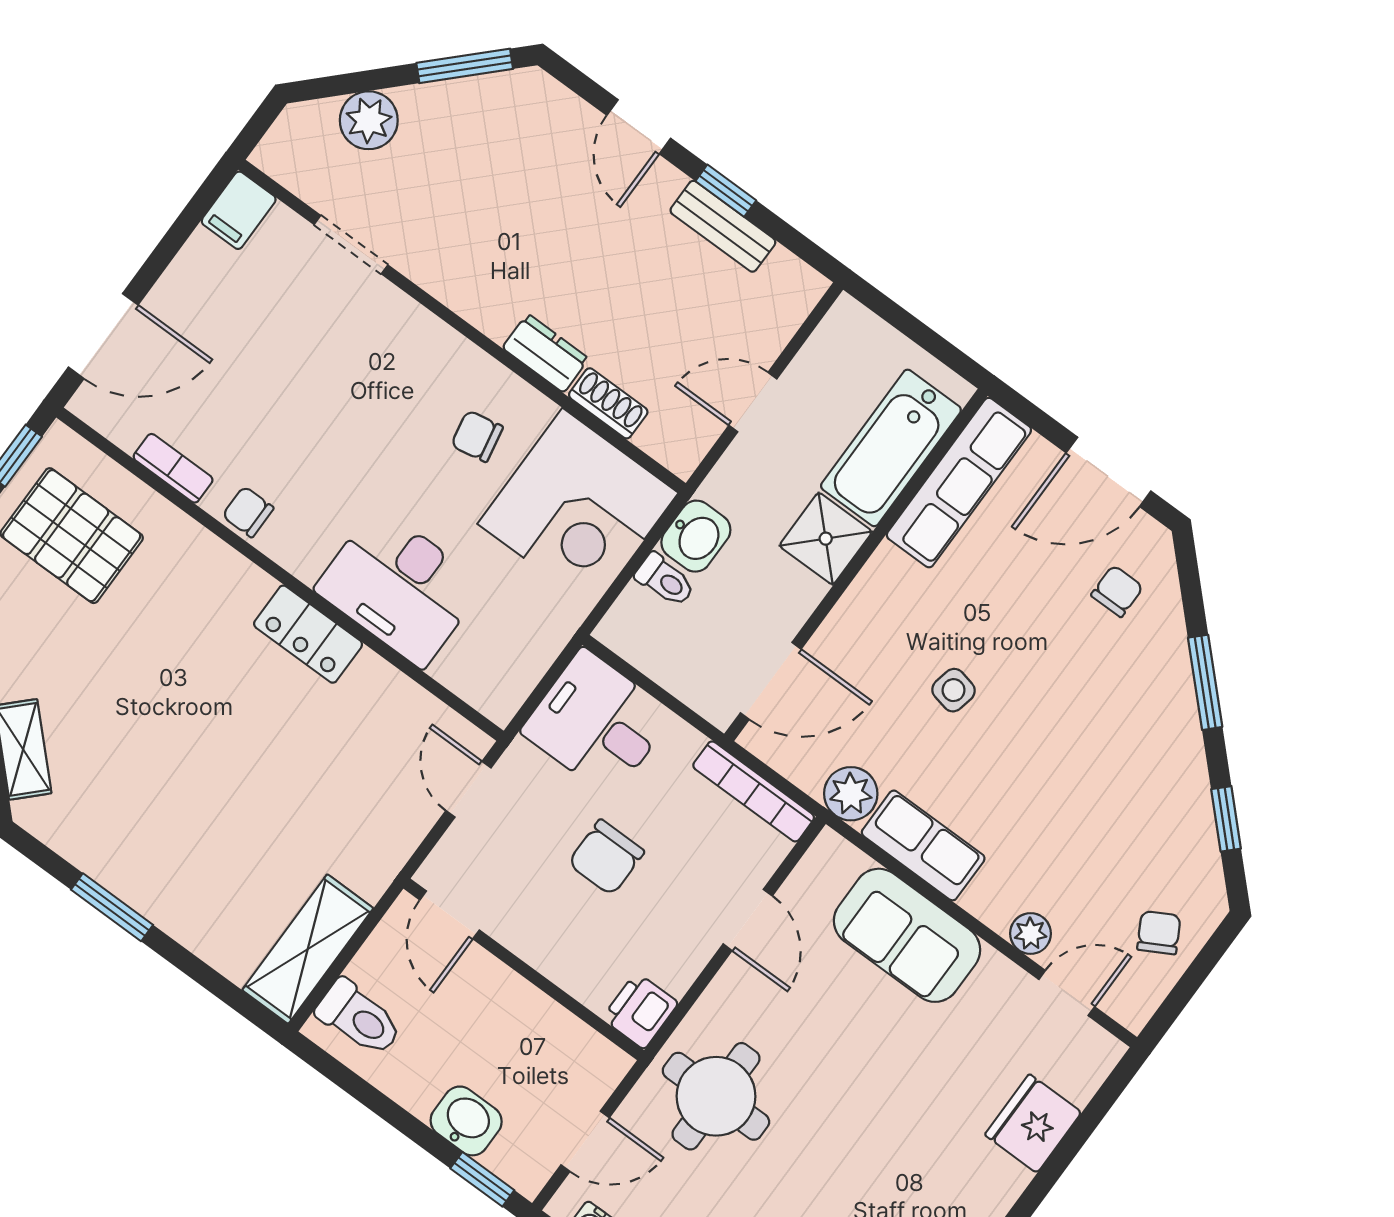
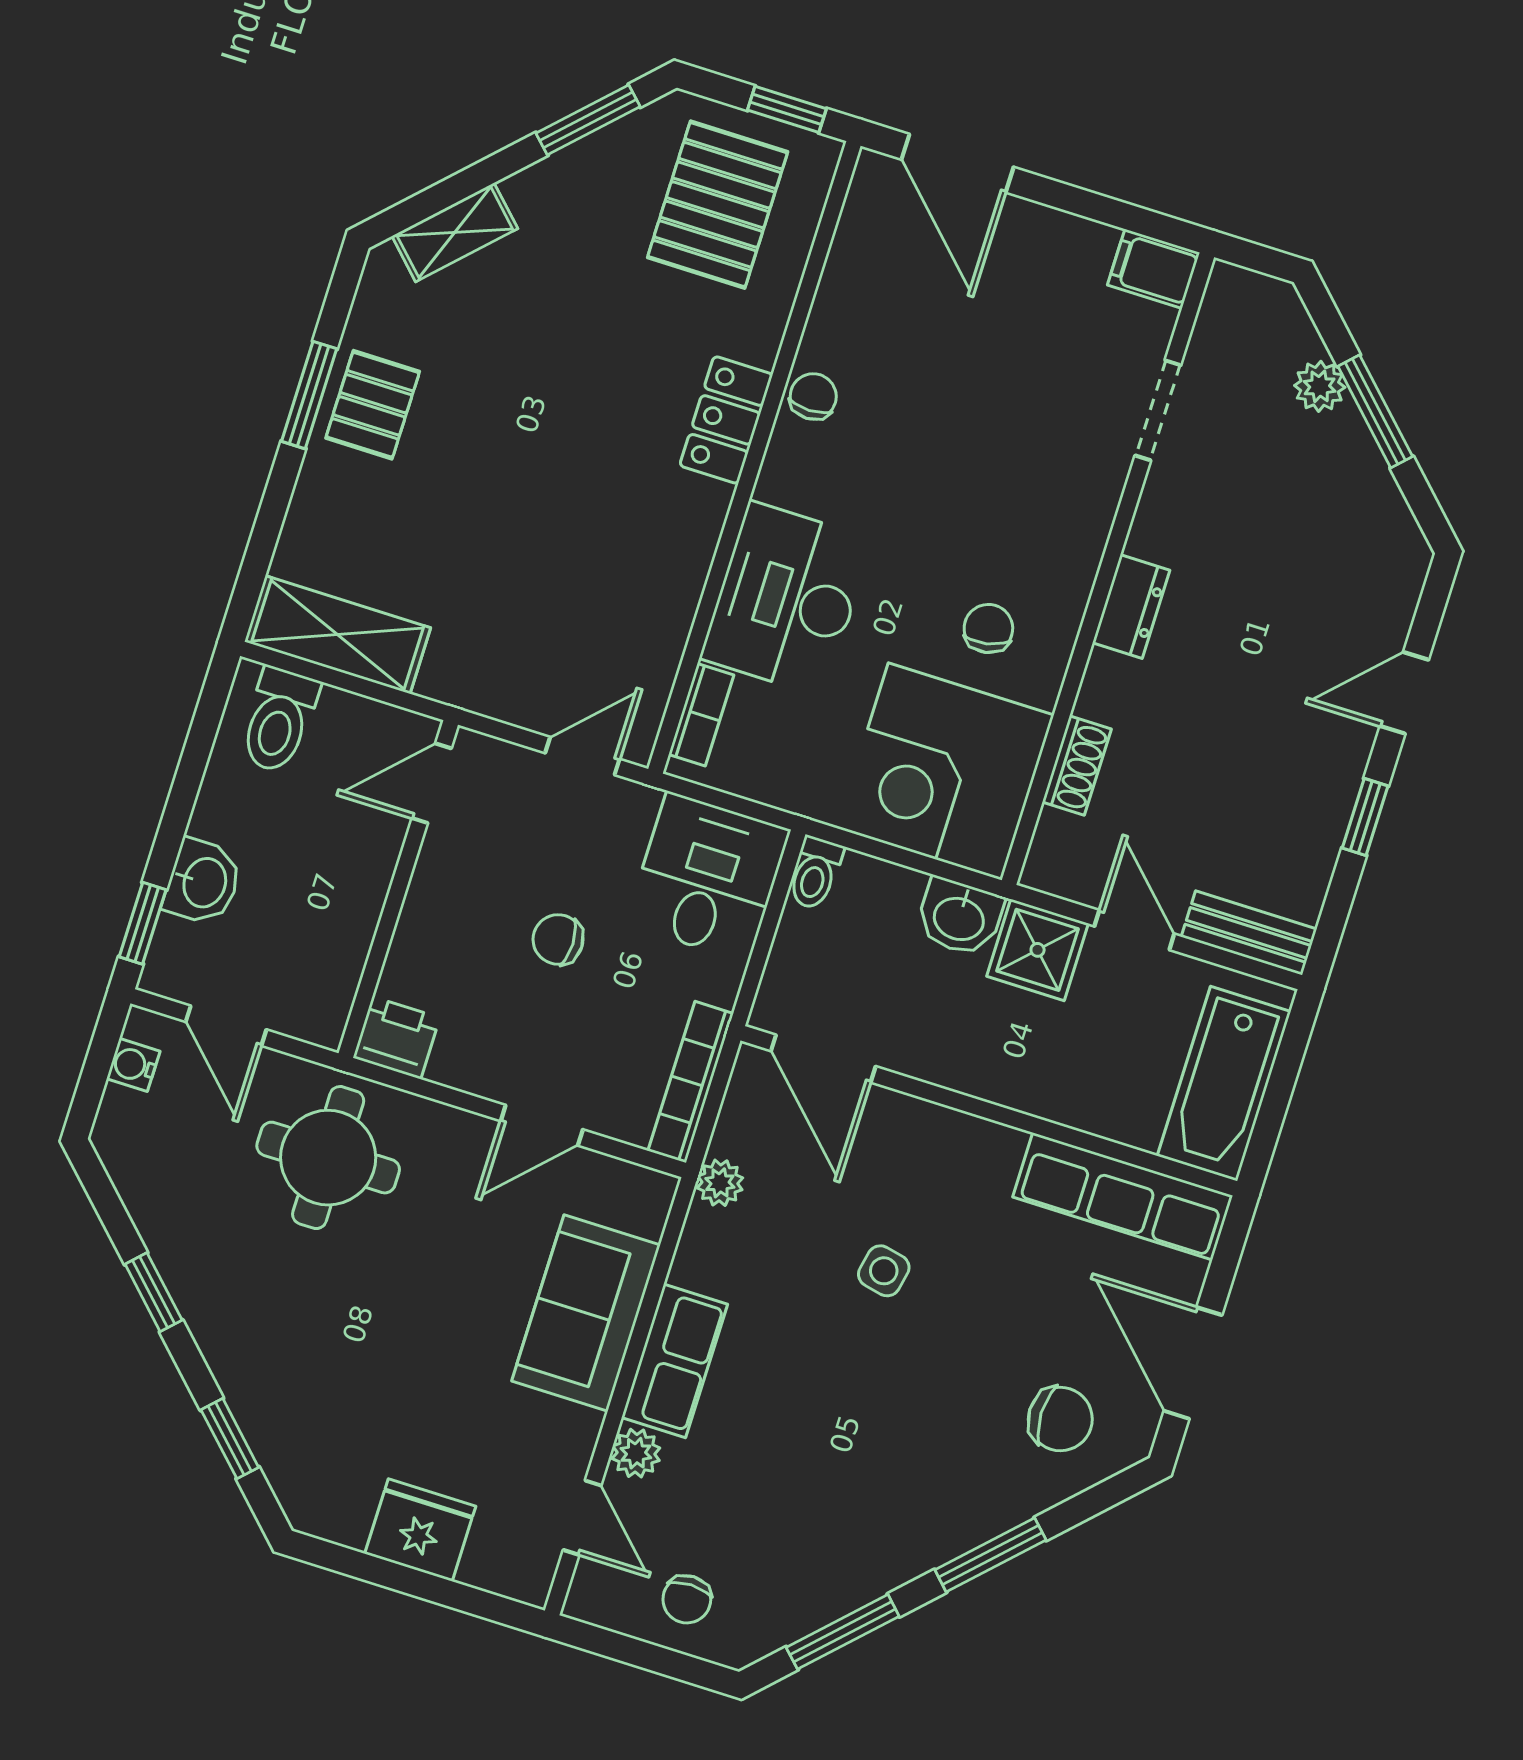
window: (465, 66) -> (1375, 411), moved
plant: (369, 120) -> (1320, 386), width x0.73, depth x0.73
bench: (723, 226) -> (1249, 933), moved, turned 90
dresser: (546, 353) -> (1131, 607), moved
bathtub: (891, 448) -> (1224, 1084), moved, turned -90
bookcase: (173, 468) -> (701, 715), moved
shower: (826, 539) -> (1038, 950), moved
toilet: (665, 580) -> (815, 873), moved
chair: (1117, 591) -> (1060, 1419), width x1.37, depth x1.37
locker: (308, 634) -> (726, 420), moved
plant: (851, 794) -> (720, 1183), width x0.73, depth x0.73
window: (1226, 819) -> (843, 1632), width x1.50
row of seats: (923, 845) -> (674, 1361), moved
chair: (606, 857) -> (558, 939), width x0.73, depth x0.73
pallet: (137, 860) -> (373, 405), added
chair: (1159, 933) -> (687, 1599), turned 119

